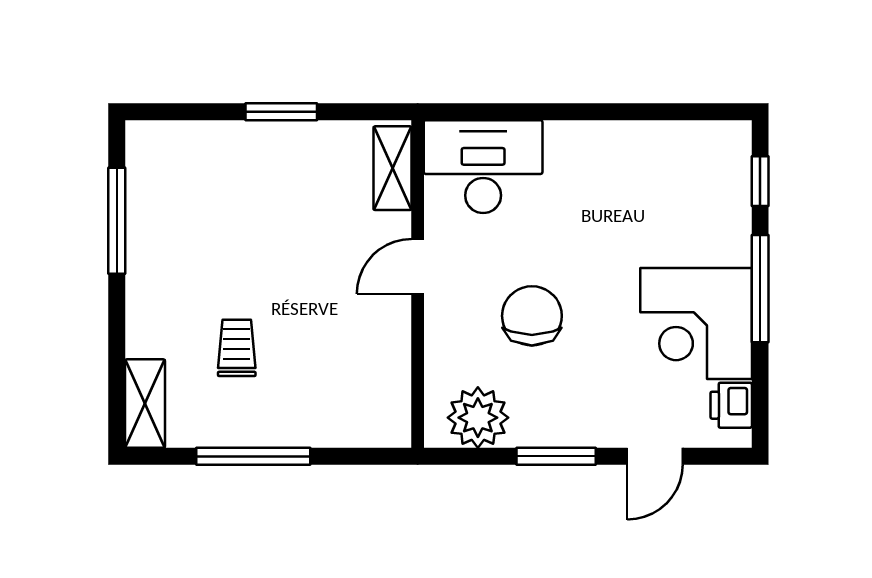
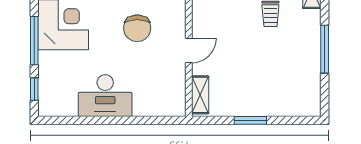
desk: (483, 167) -> (105, 96), moved
window: (117, 221) -> (325, 49), moved

